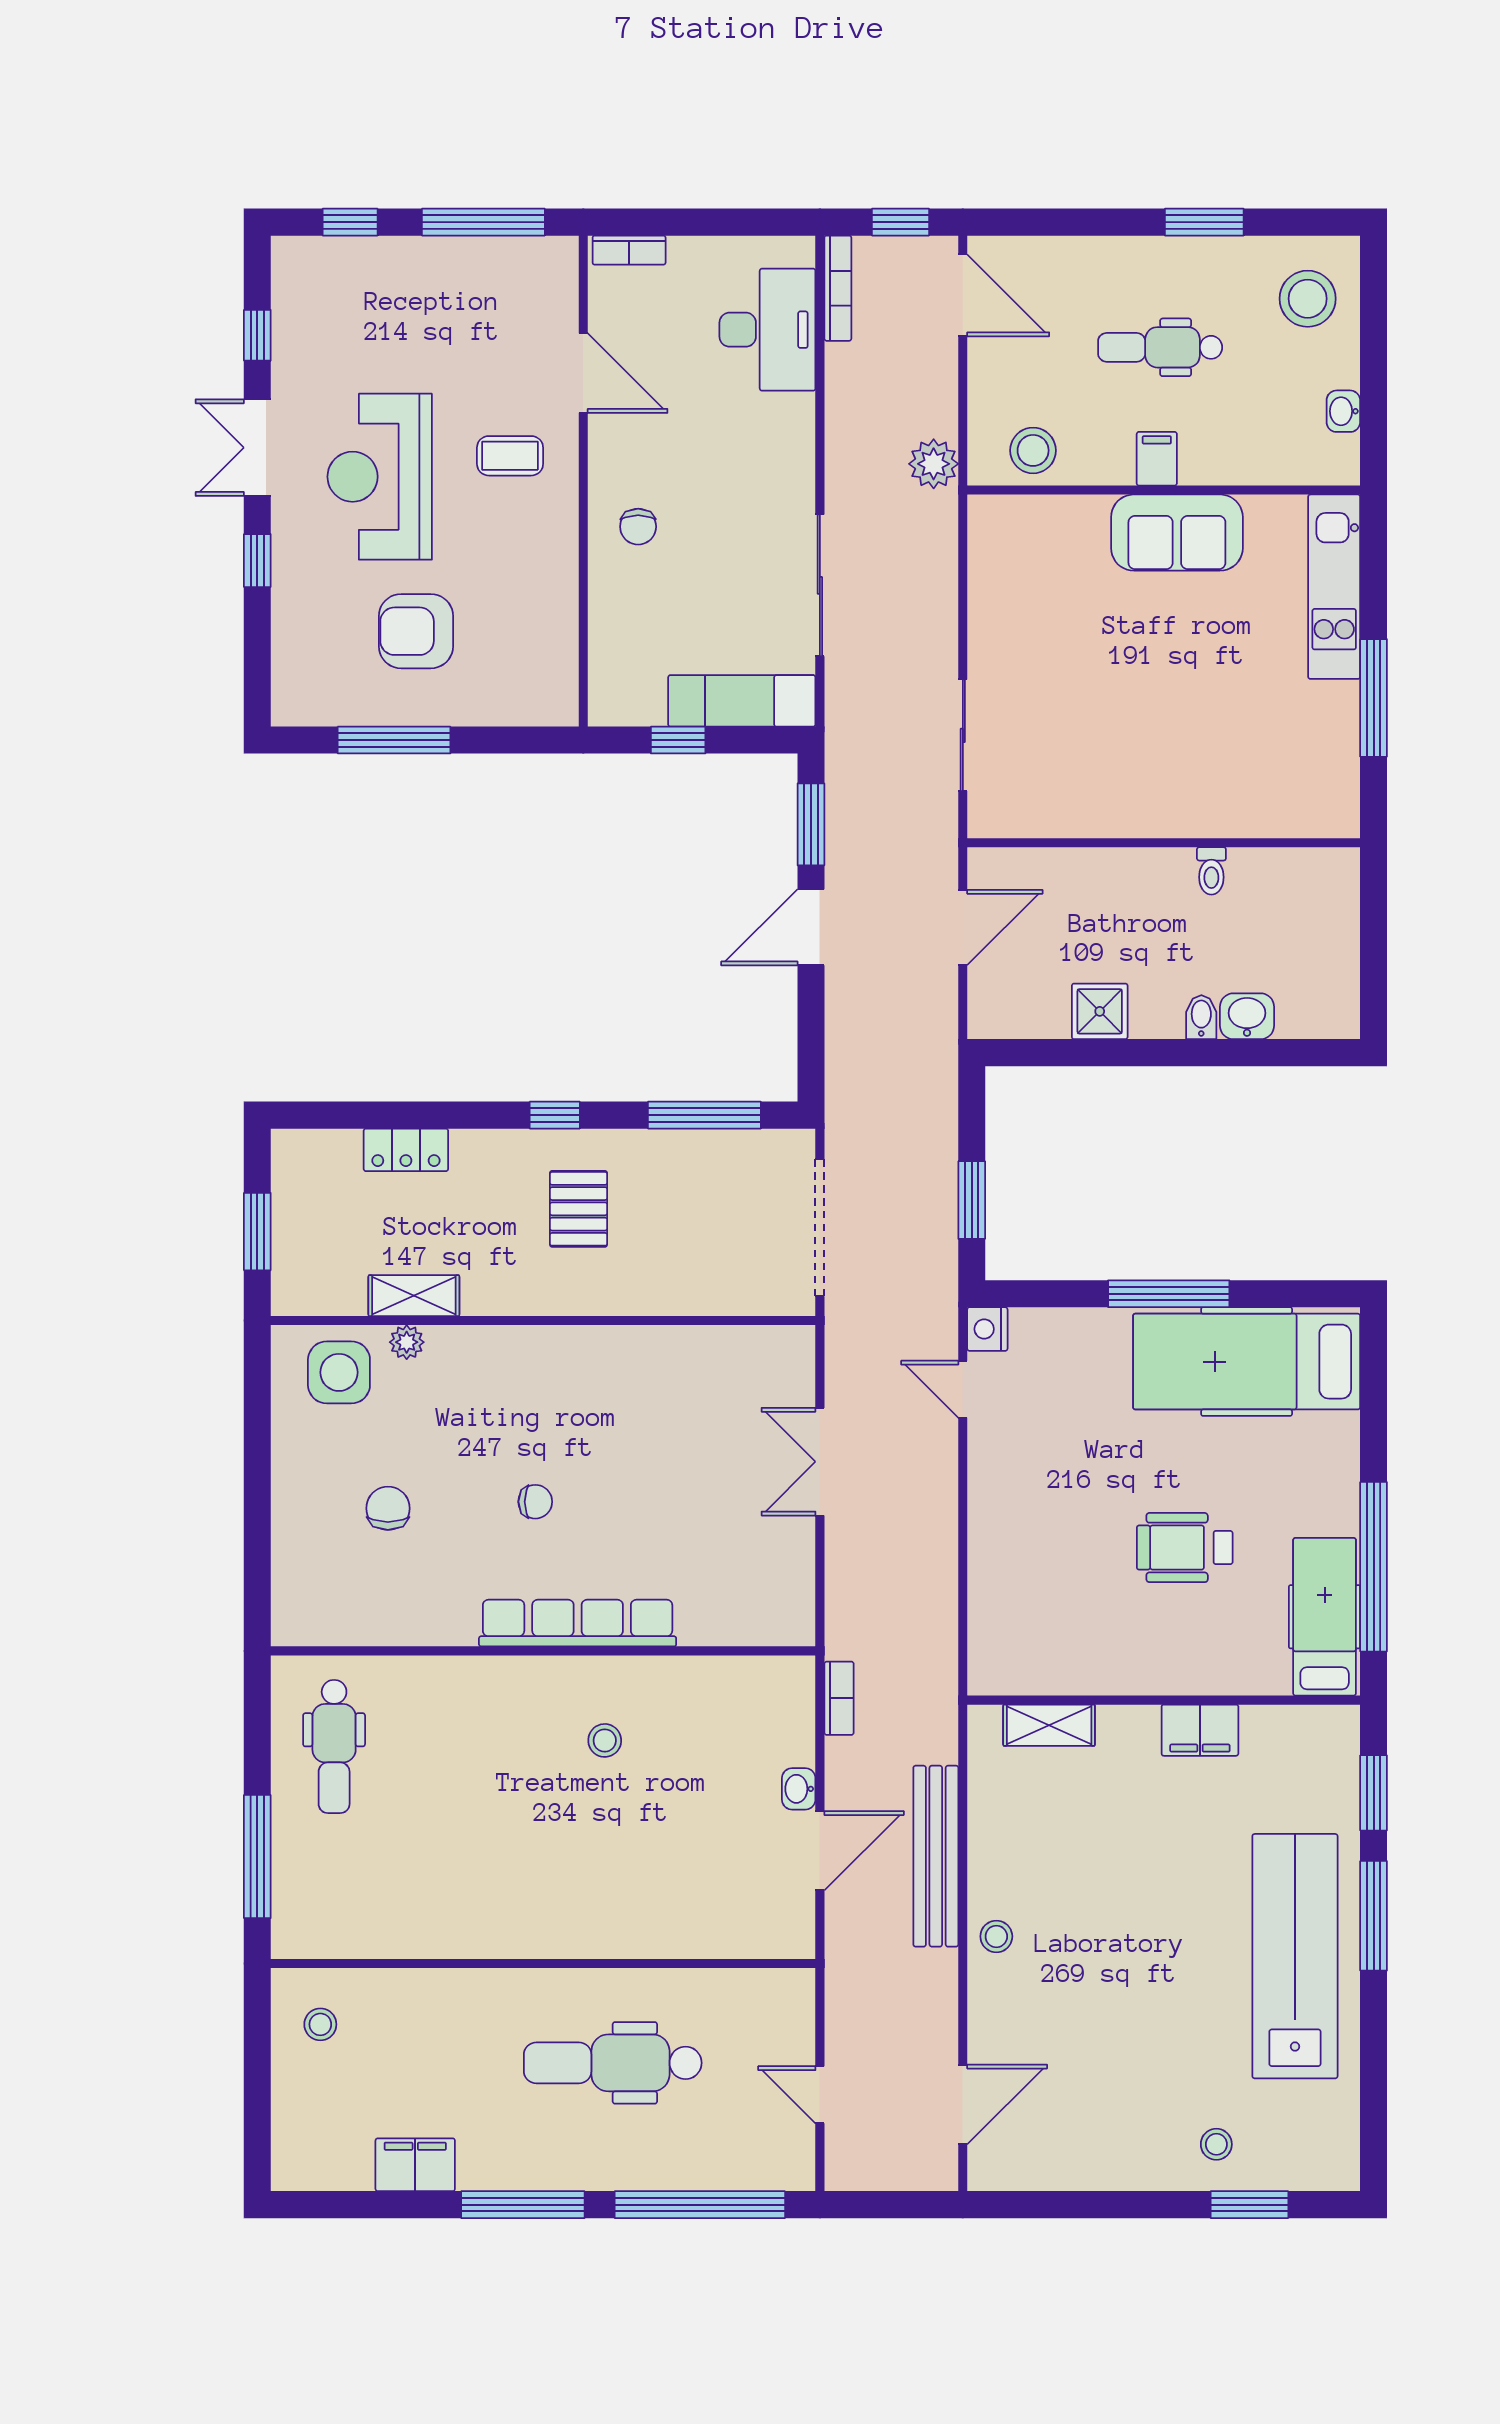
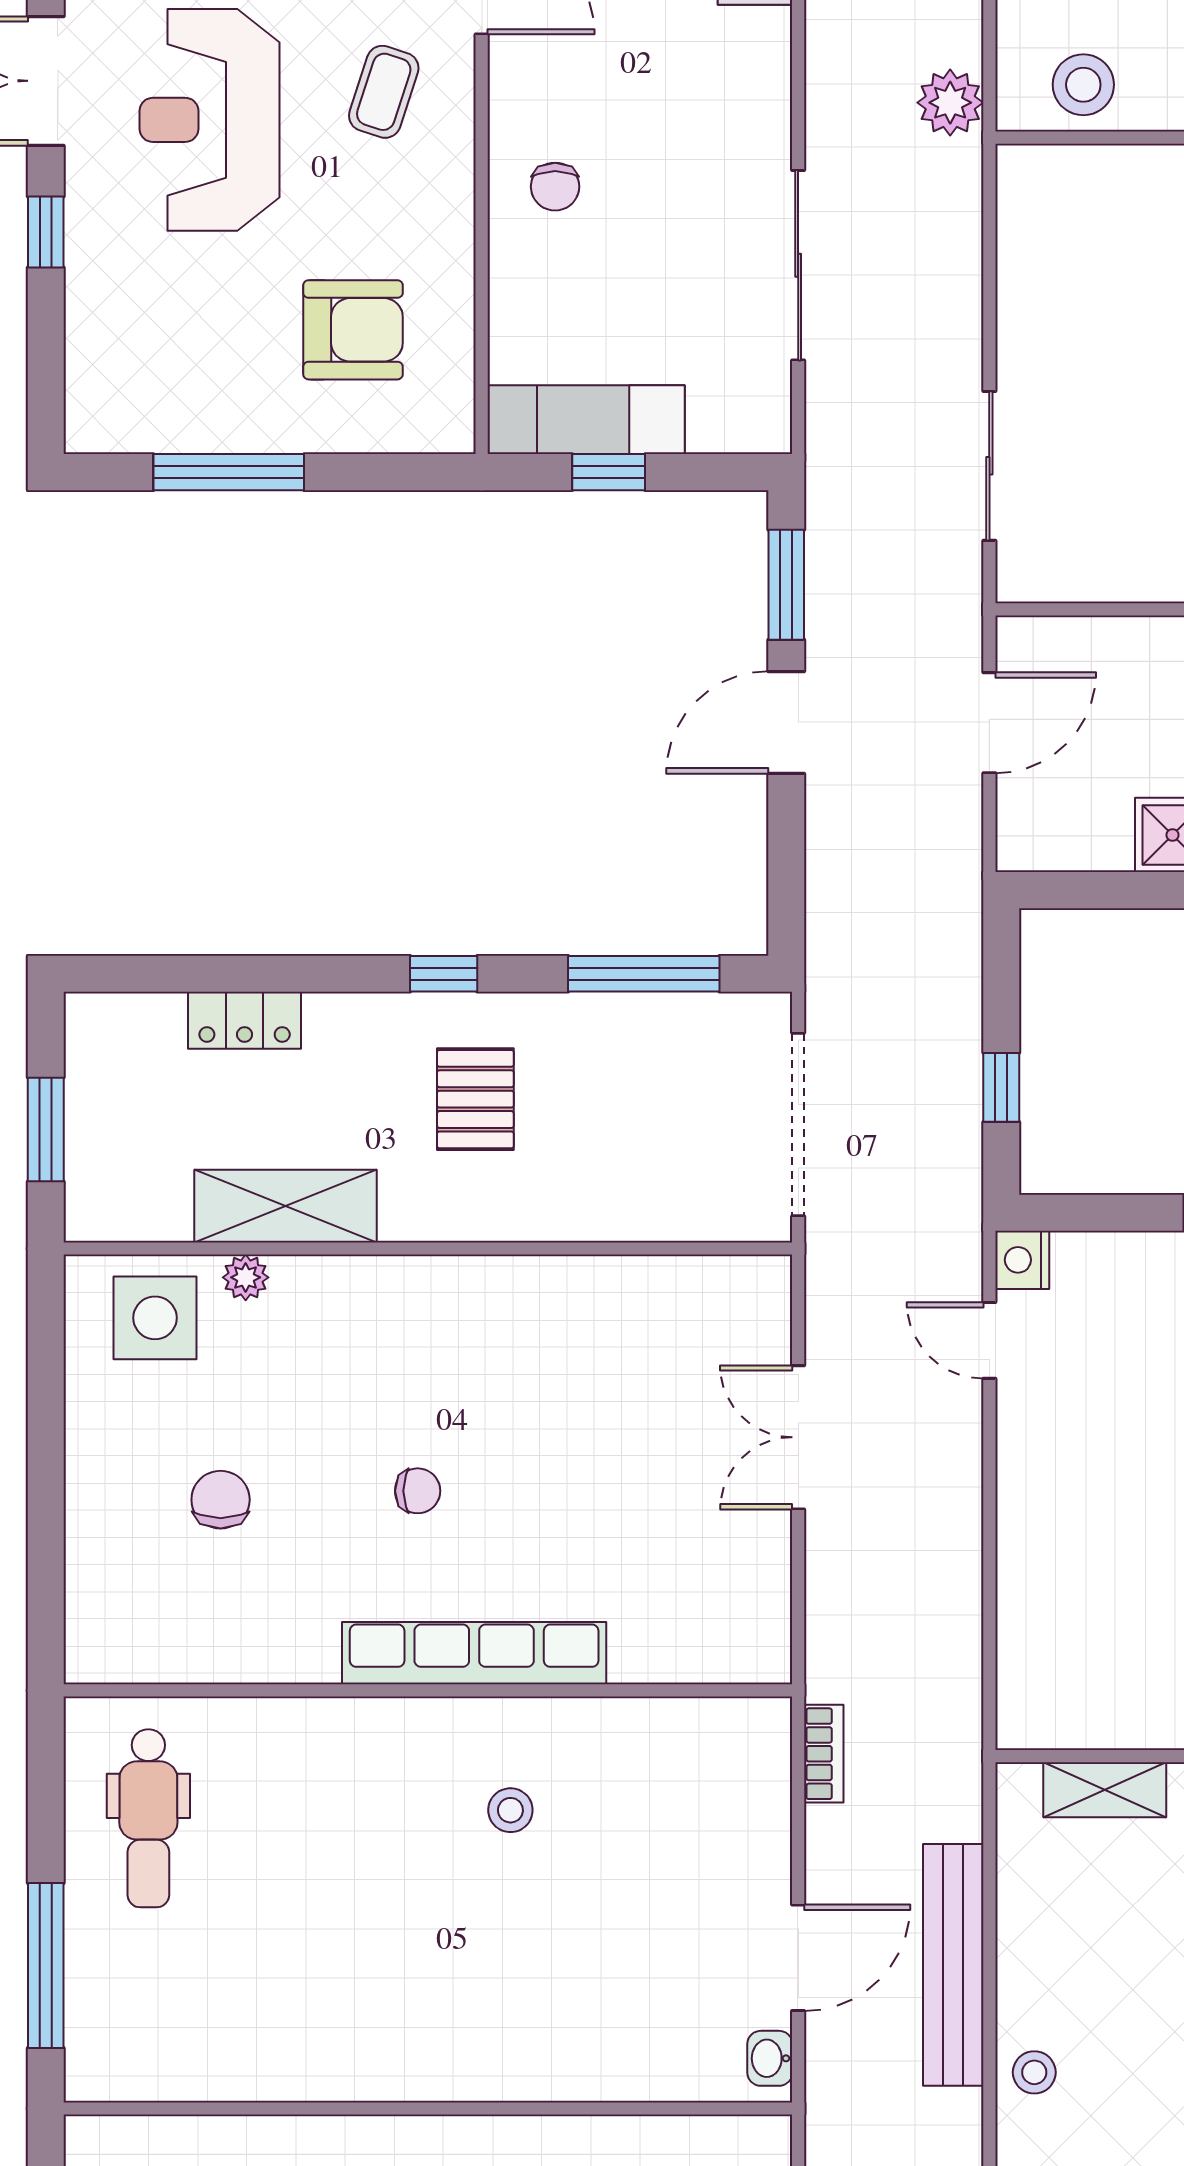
coffee table: (510, 456) -> (384, 92), turned -72
armchair: (416, 631) -> (353, 330), moved, turned 180
exam couch: (742, 701) -> (586, 420), moved
window: (972, 1200) -> (1001, 1087), width x0.67
shelving: (414, 1296) -> (286, 1206), width x1.50, depth x1.33
washbasin: (799, 1789) -> (770, 2058), moved

